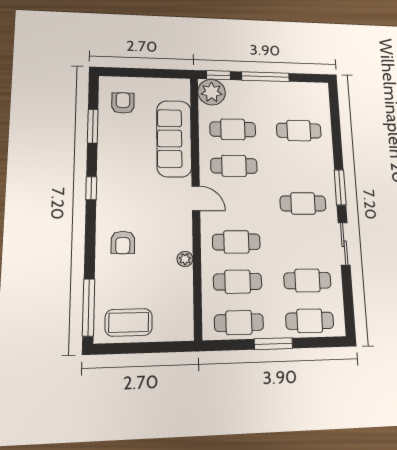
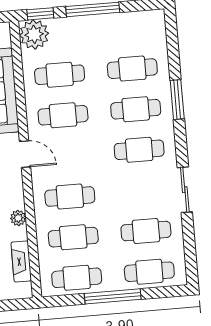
cafe table: (301, 167) -> (136, 109), added
window: (340, 187) -> (177, 100), moved
fireplace: (185, 303) -> (21, 261), added
window: (273, 344) -> (113, 296), width x1.44

